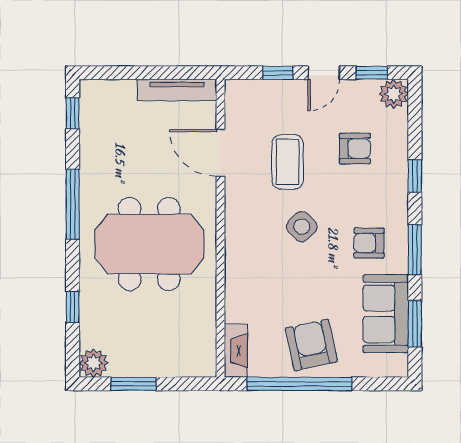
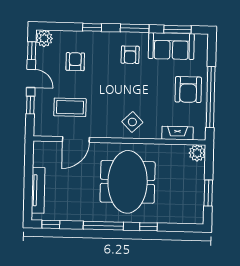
tv unit: (177, 90) -> (38, 190), moved
coffee table: (288, 162) -> (70, 107), moved
side table: (302, 227) -> (132, 122), moved
window: (73, 307) -> (148, 227), moved
armchair: (311, 345) -> (188, 90), turned -78
fireplace: (236, 351) -> (177, 133), moved
plant: (94, 363) -> (197, 153), moved

